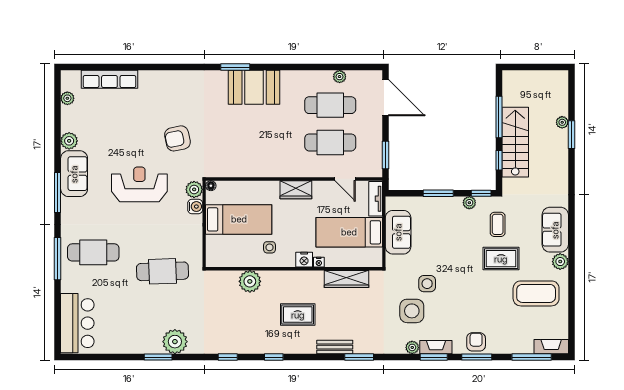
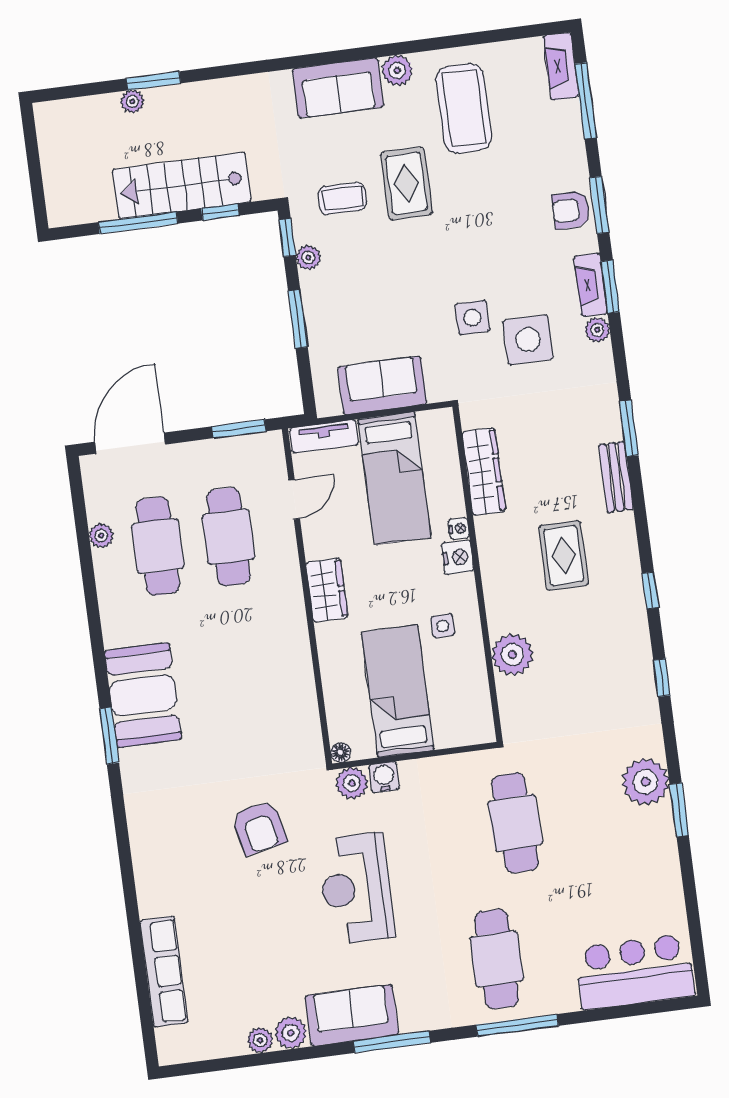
plant: (67, 98) -> (260, 1040), moved

